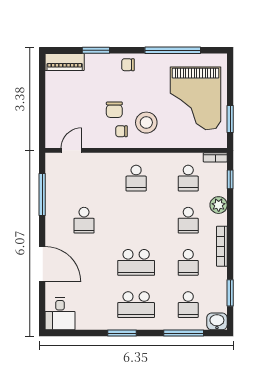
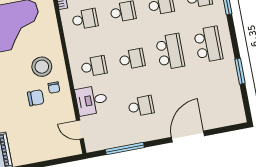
school desk: (136, 220) -> (132, 59), added
desk: (60, 314) -> (91, 100), moved, turned 180
window: (122, 333) -> (240, 71), moved

